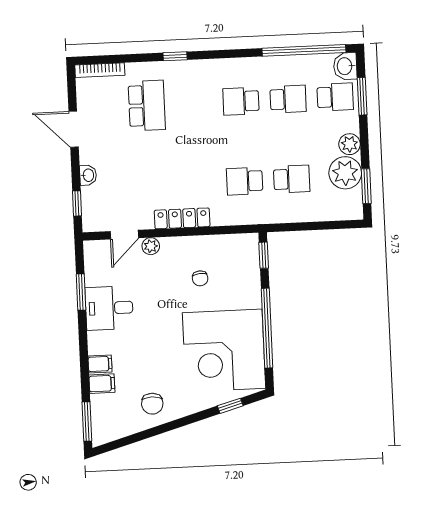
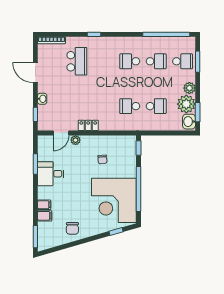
washbasin: (345, 66) -> (189, 122), moved
locker: (182, 218) -> (88, 125), width x0.66

